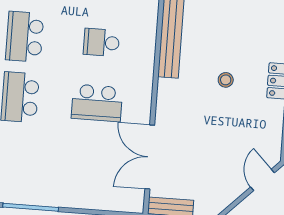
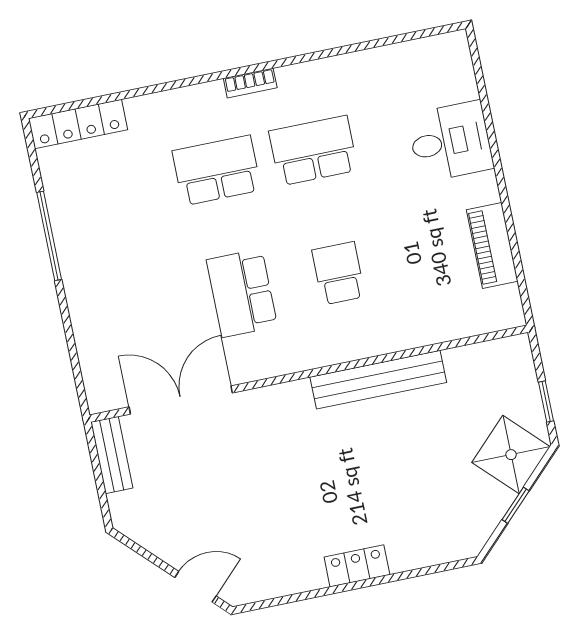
stool: (226, 80) -> (335, 485), removed

